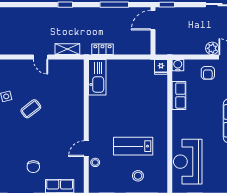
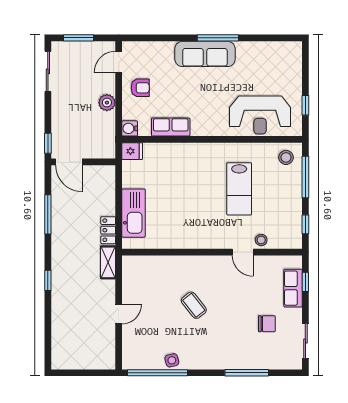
plant: (212, 48) -> (107, 103), moved
shelving: (67, 49) -> (108, 262), moved
kitchen sink: (97, 77) -> (134, 213), moved, turned 90
coffee table: (31, 109) -> (194, 305), moved
stool: (138, 176) -> (286, 157), moved

